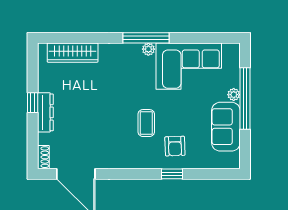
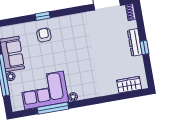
window: (146, 38) -> (53, 108), moved
wardrobe: (73, 53) -> (129, 85), width x0.67
coffee table: (146, 123) -> (66, 47), removed

